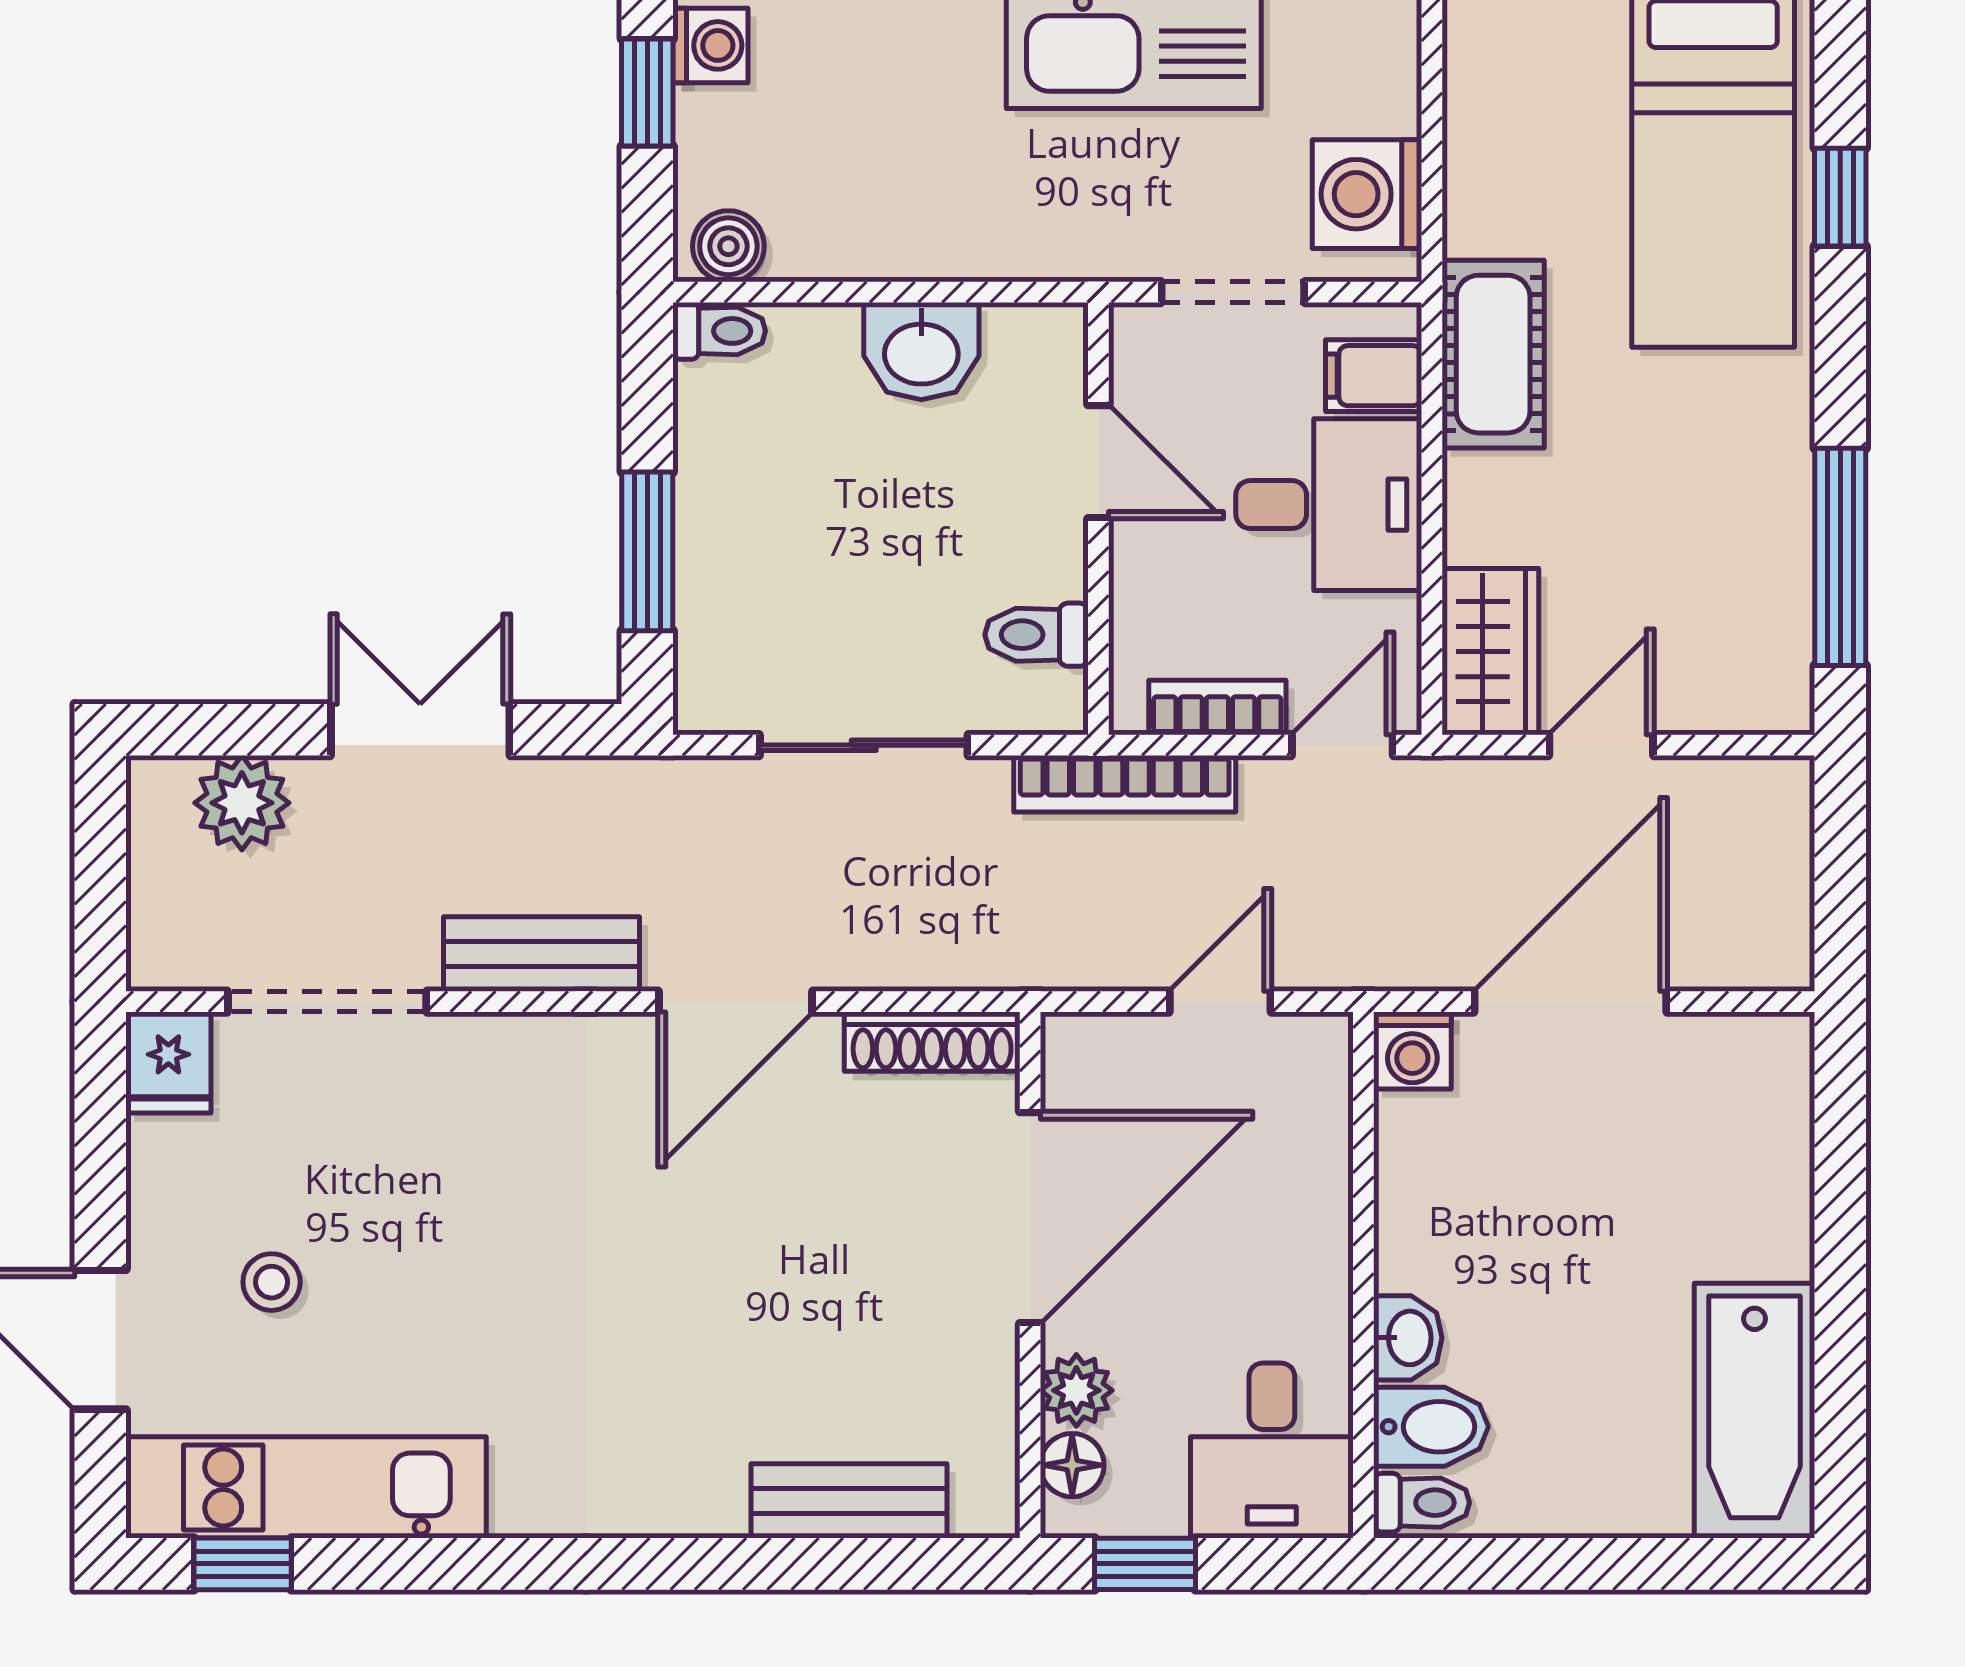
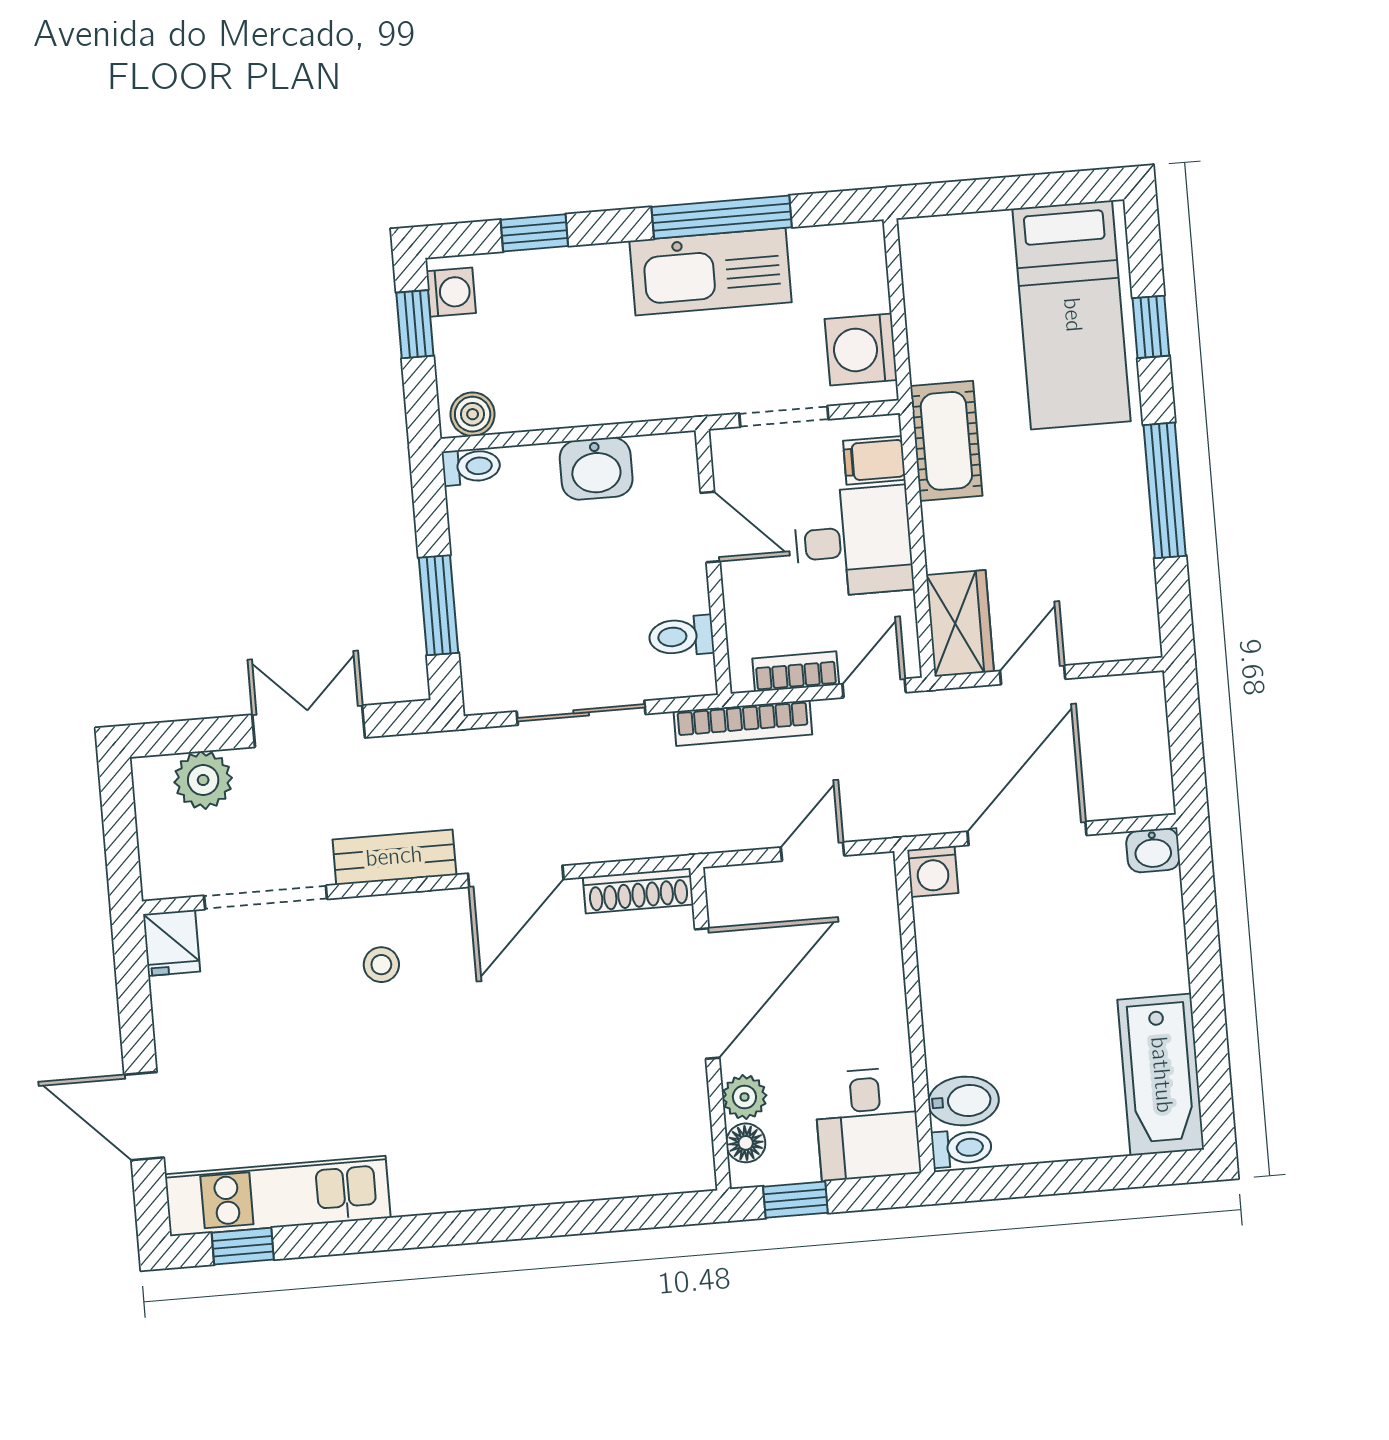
window: (1840, 557) -> (1165, 490), moved
stool: (272, 1282) -> (381, 965), moved
washbasin: (1408, 1338) -> (1153, 850), moved, turned 90
bench: (849, 1501) -> (611, 1176), removed

